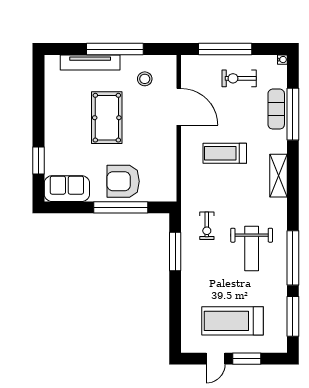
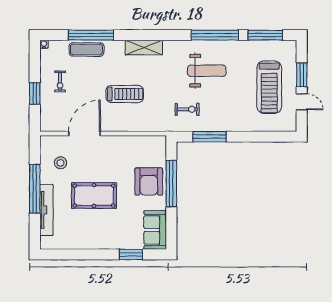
window: (225, 49) -> (35, 94), width x0.47
exercise bike: (239, 78) -> (60, 81), width x0.73, depth x0.72
treadmill: (225, 153) -> (125, 94), turned -90

